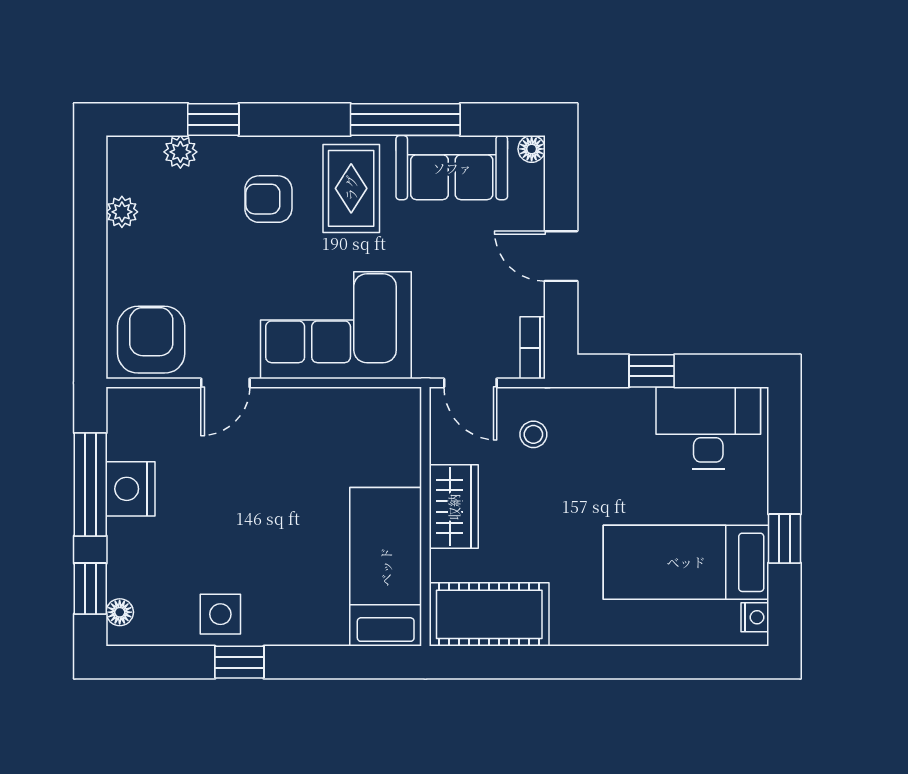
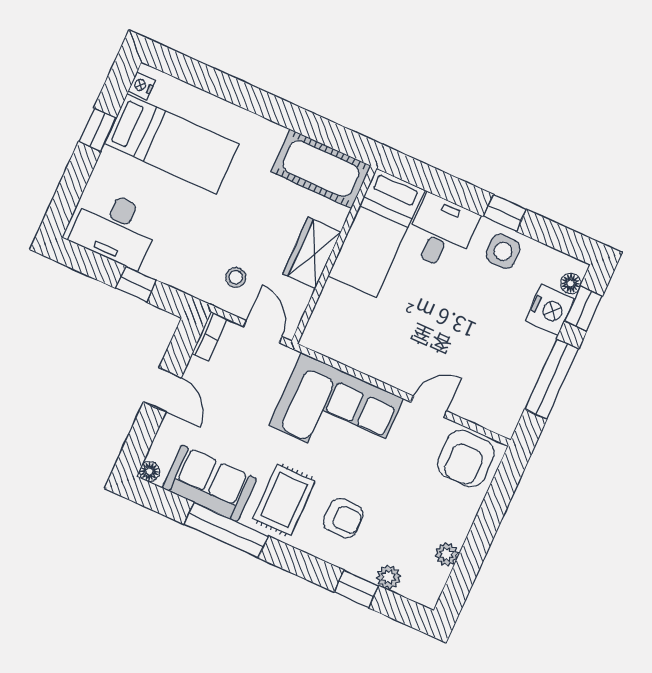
nightstand: (131, 489) -> (550, 310), moved
desk: (307, 603) -> (441, 232), added

